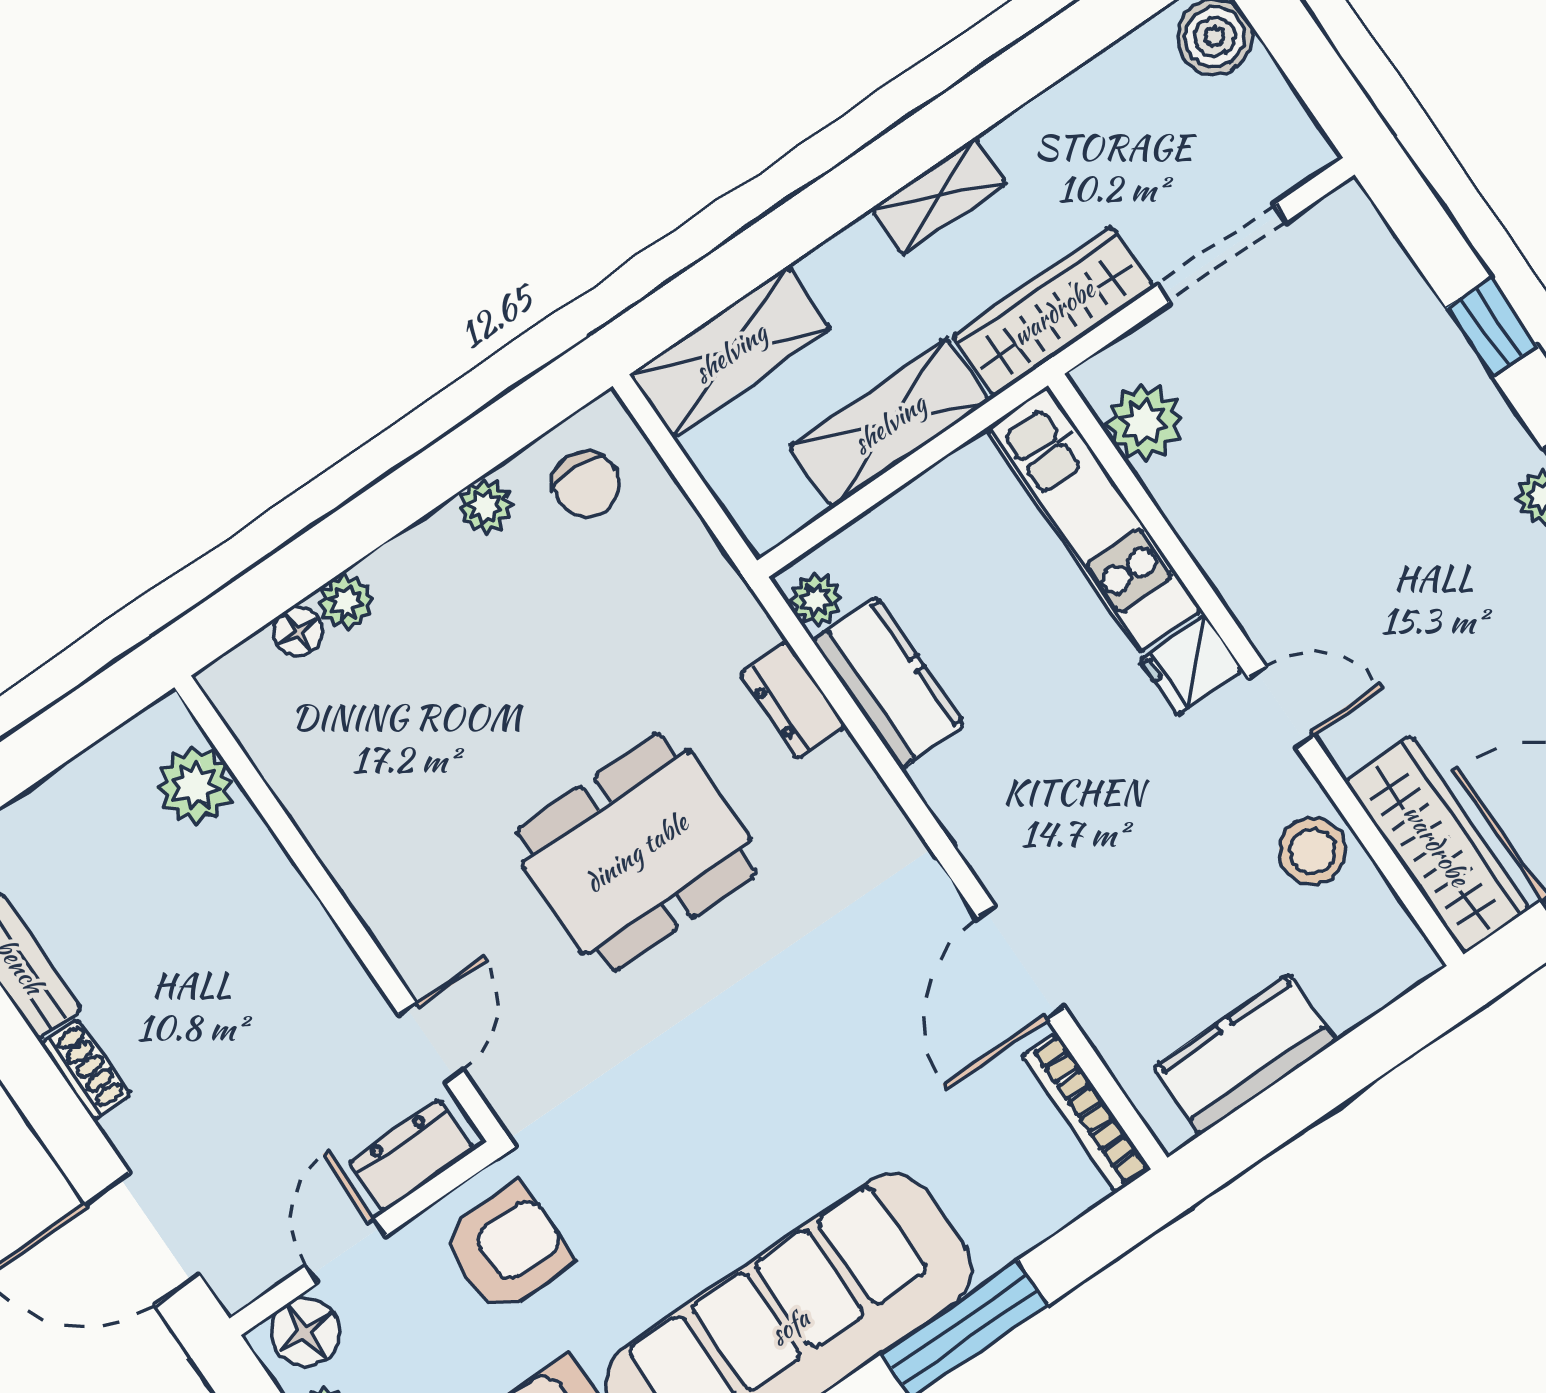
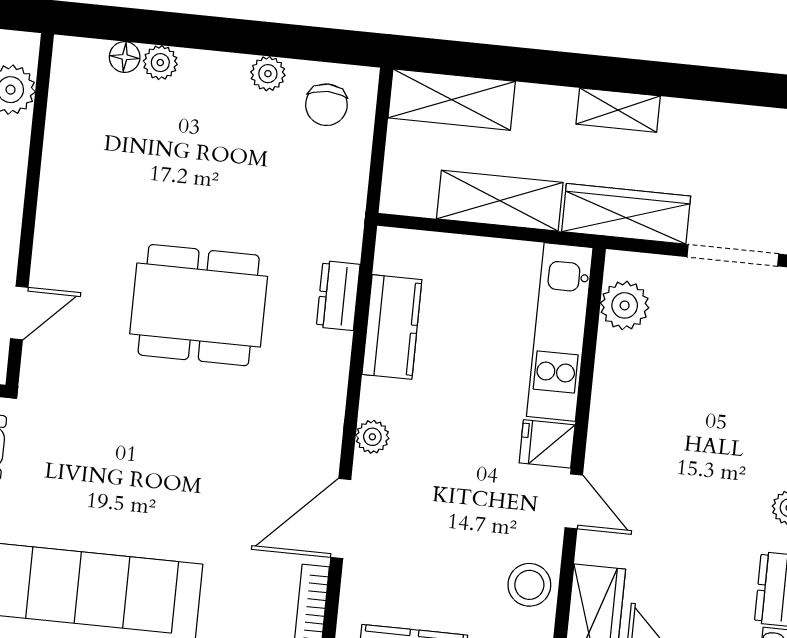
plant: (816, 600) -> (372, 437), moved

